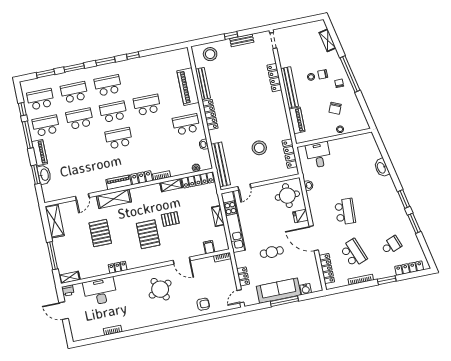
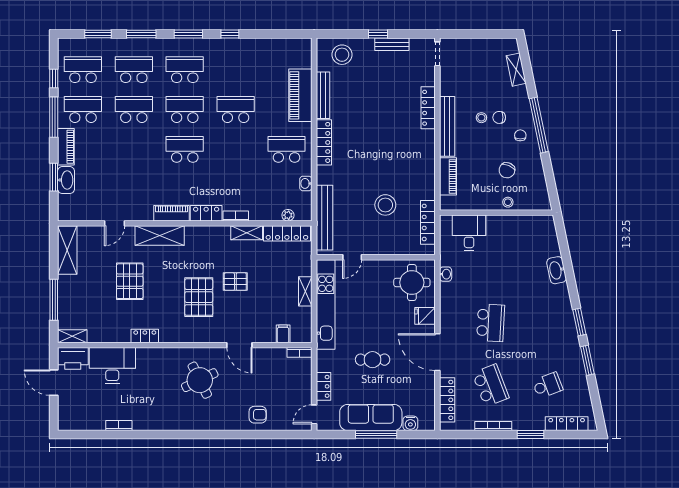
printer: (68, 291) -> (73, 358), width x1.87, depth x1.48

